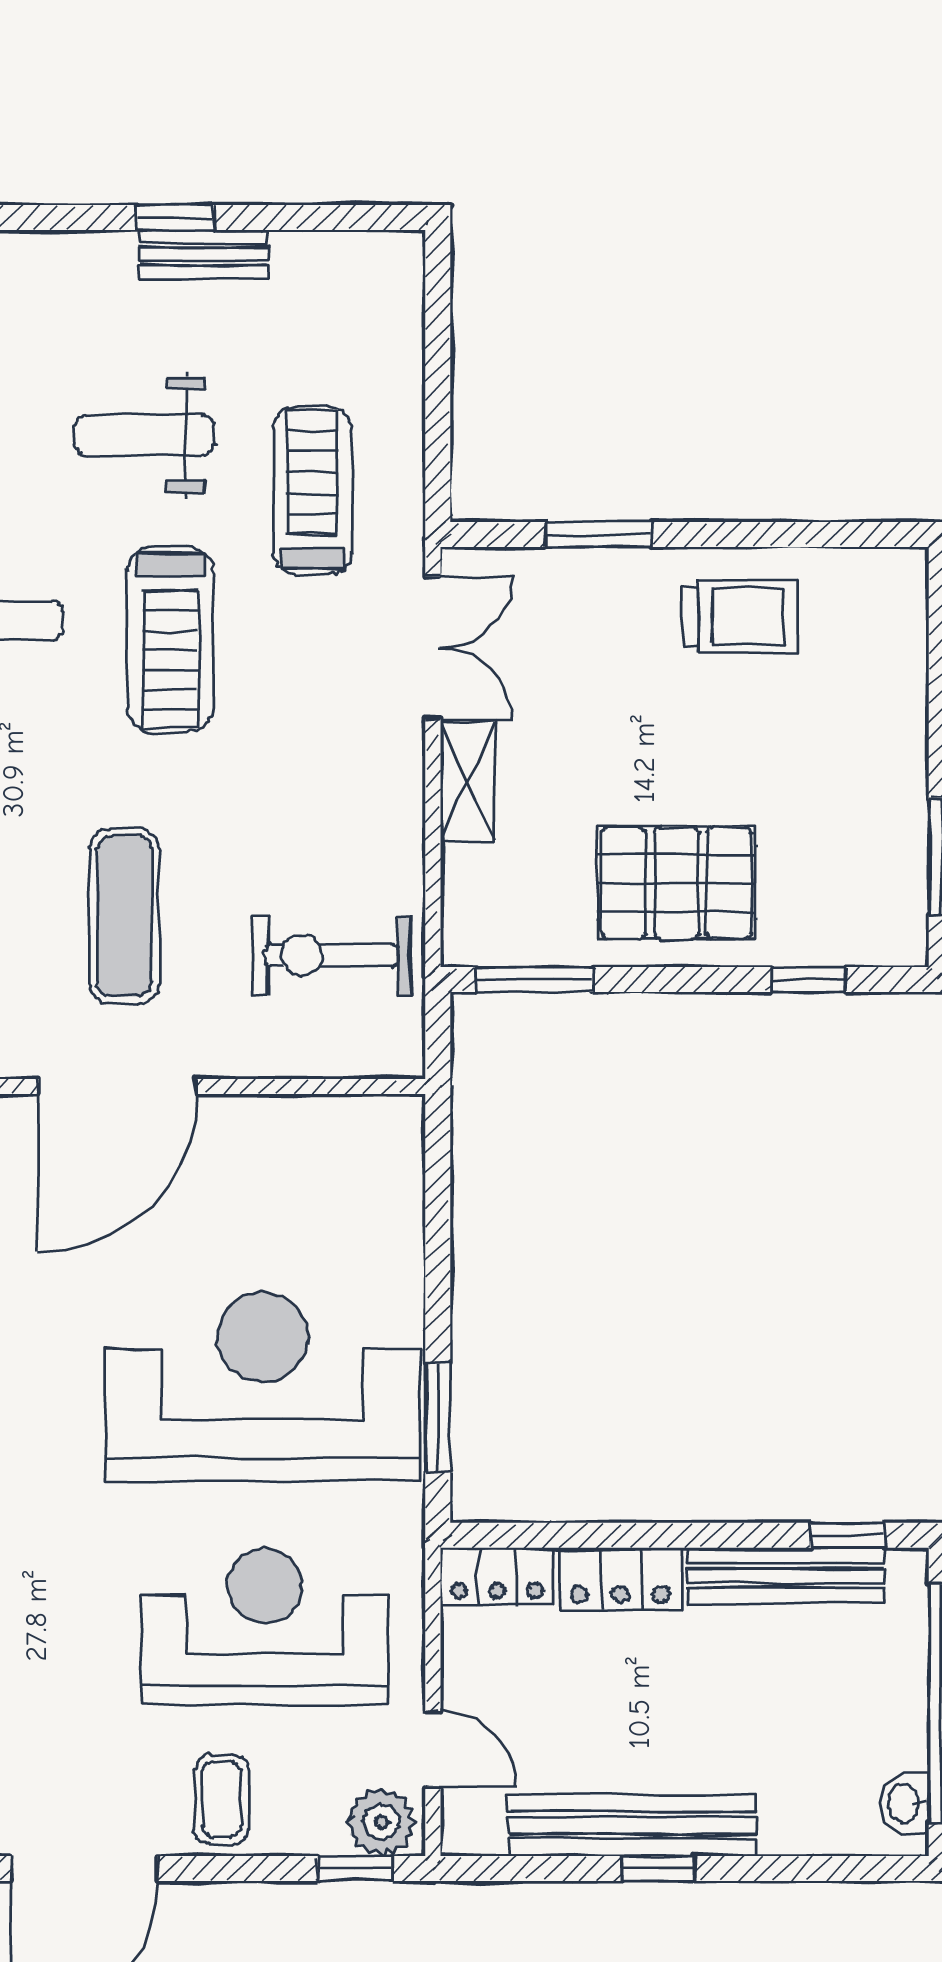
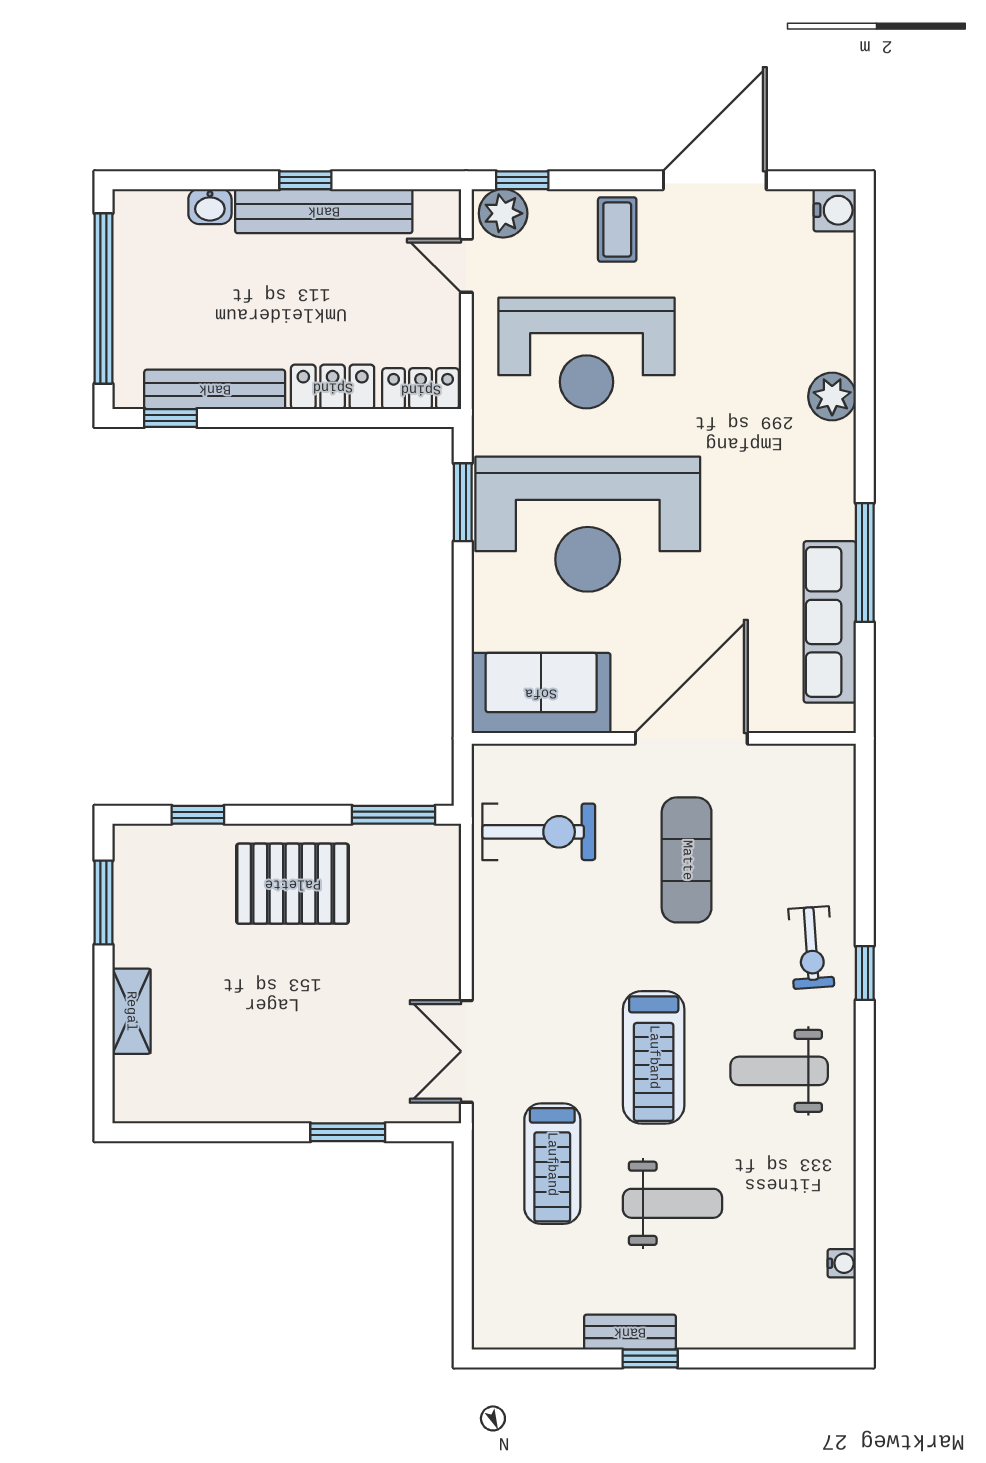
trolley: (740, 616) -> (247, 1074), removed
treadmill: (170, 639) -> (654, 1057), turned 180
shelving: (467, 782) -> (131, 1011), moved
sofa: (328, 1150) -> (541, 693), added
washbasin: (904, 1803) -> (210, 207), moved, turned 90

